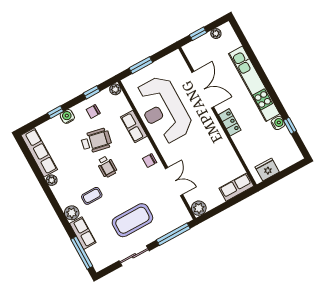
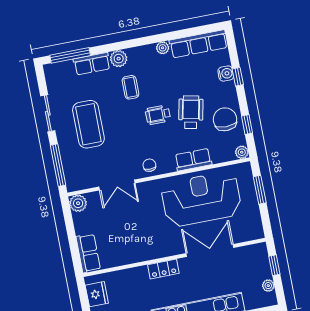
double door: (203, 90) -> (210, 250), swing flipped
chair: (93, 111) -> (225, 119), width x1.87, depth x1.87
water cooler: (67, 116) -> (226, 74), moved
wheelchair: (96, 141) -> (191, 112), turned 180

